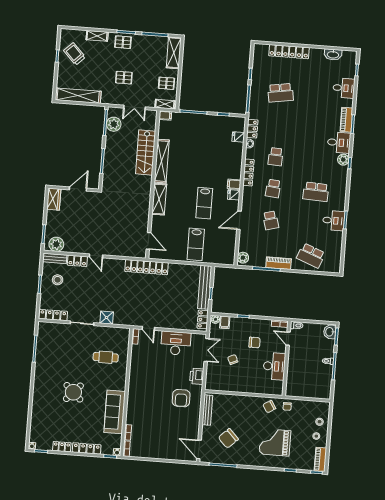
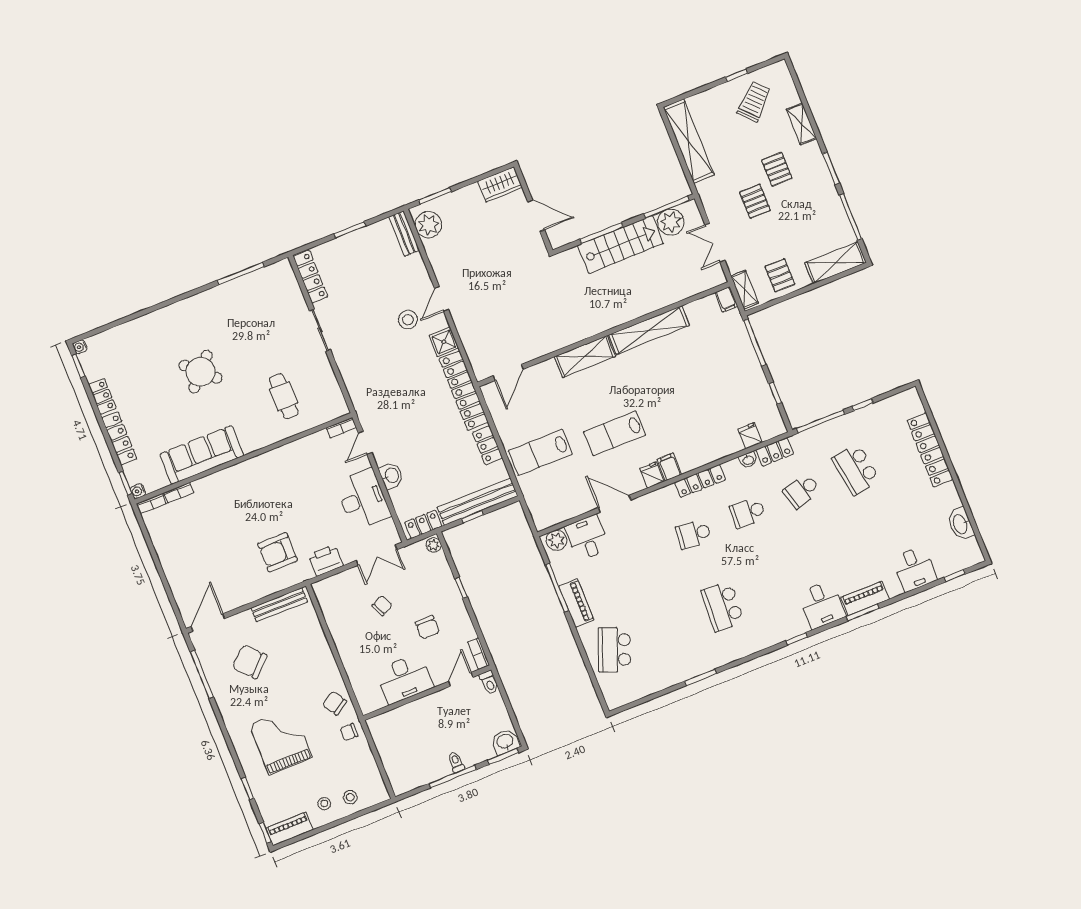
pallet: (123, 42) -> (777, 169), moved
stairs: (146, 152) -> (620, 244), moved, turned 180
plant: (343, 160) -> (797, 625), removed
school desk: (271, 220) -> (802, 491), moved
desk: (334, 221) -> (587, 538), moved, turned 180
locker: (77, 261) -> (488, 445), moved
stool: (58, 280) -> (408, 320), moved
shower: (107, 318) -> (444, 342), moved
filing cabinet: (225, 322) -> (436, 562), removed
washbasin: (171, 323) -> (391, 476), added

